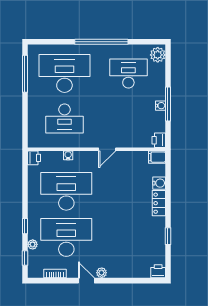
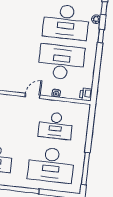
desk: (64, 119) -> (56, 126), turned 180
door: (107, 149) -> (33, 96), moved
desk: (66, 191) -> (61, 62), turned 180

